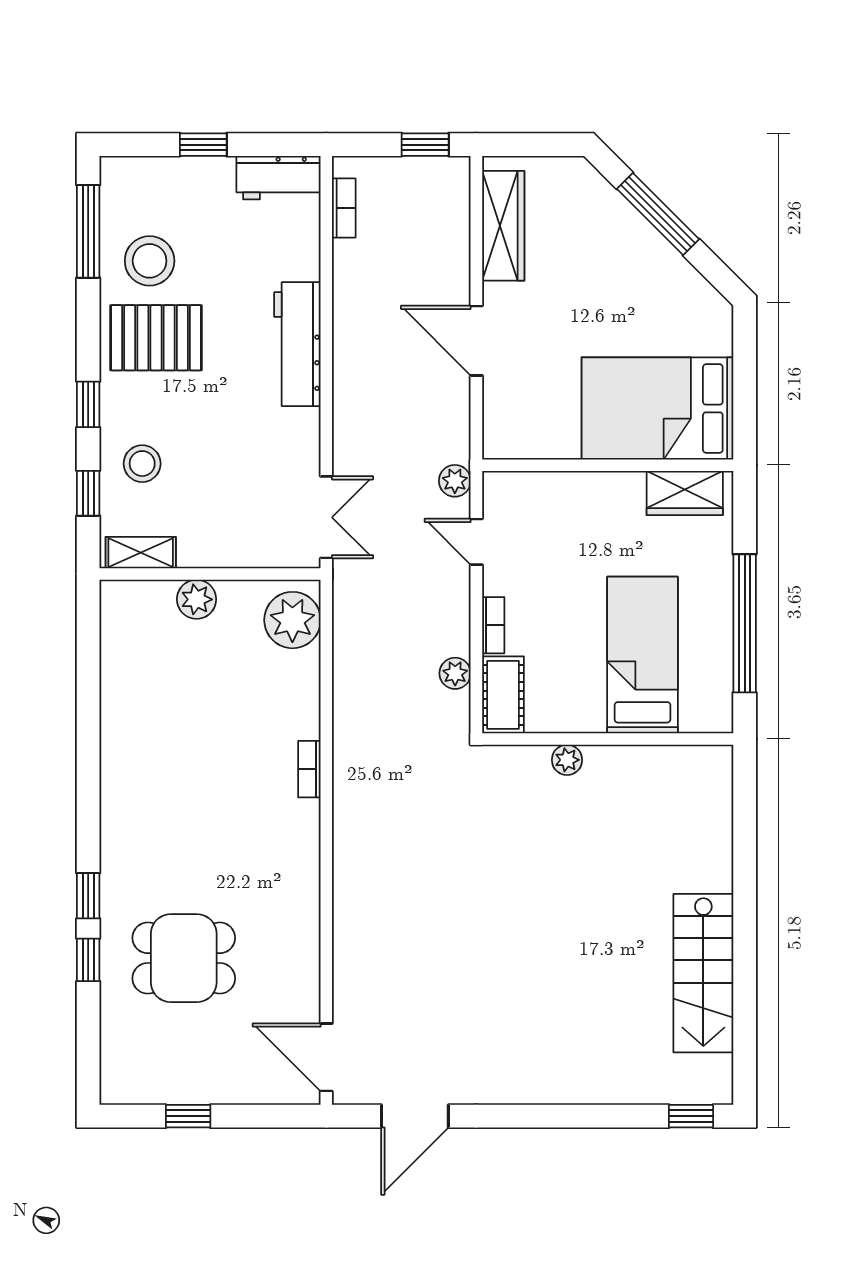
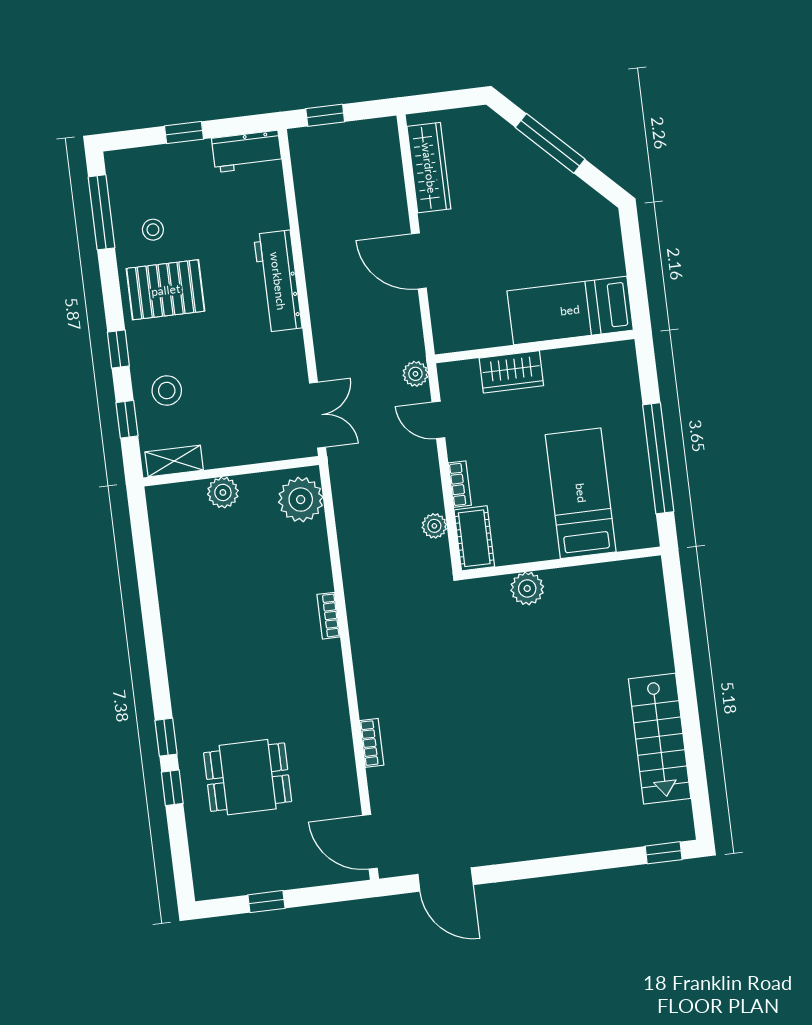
window: (425, 145) -> (325, 115), moved
bookcase: (344, 208) -> (372, 743), moved
stool: (150, 261) -> (153, 230), width x0.53, depth x0.53
bed: (657, 408) -> (570, 310), width x0.67
wardrobe: (685, 493) -> (511, 372), moved
plant: (567, 760) -> (527, 588), width x1.38, depth x1.38
door: (415, 1116) -> (446, 880), hinge flipped

